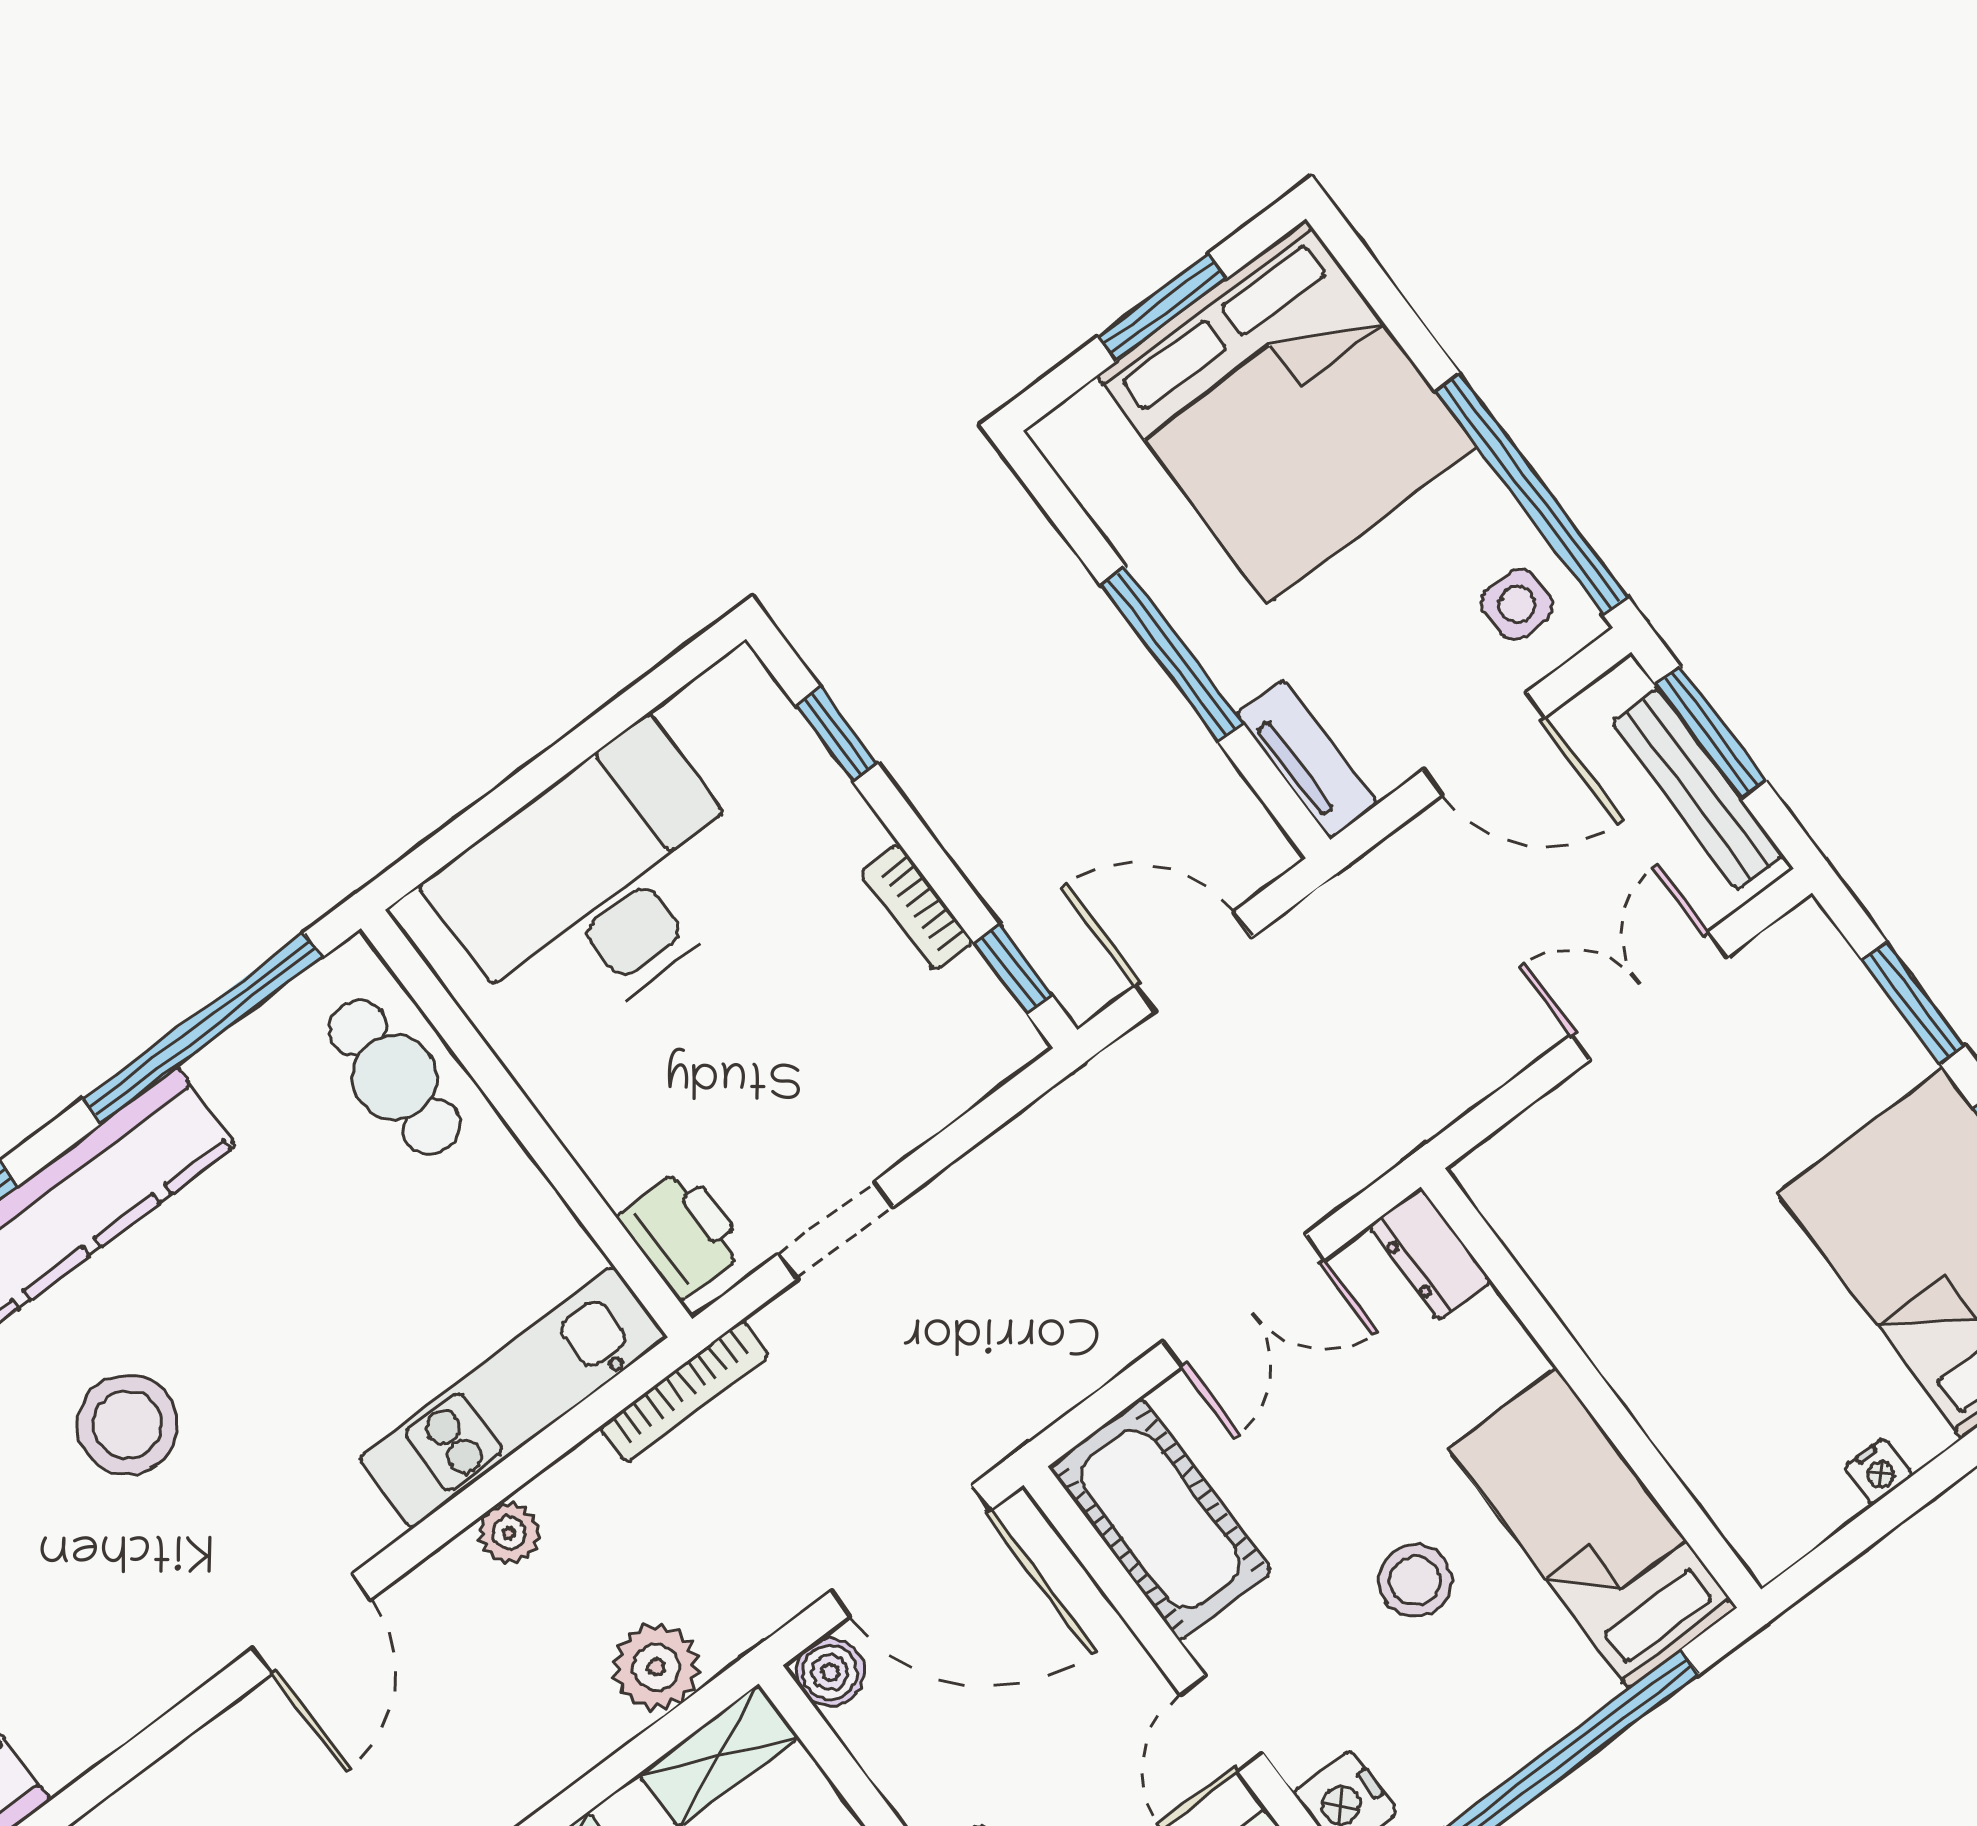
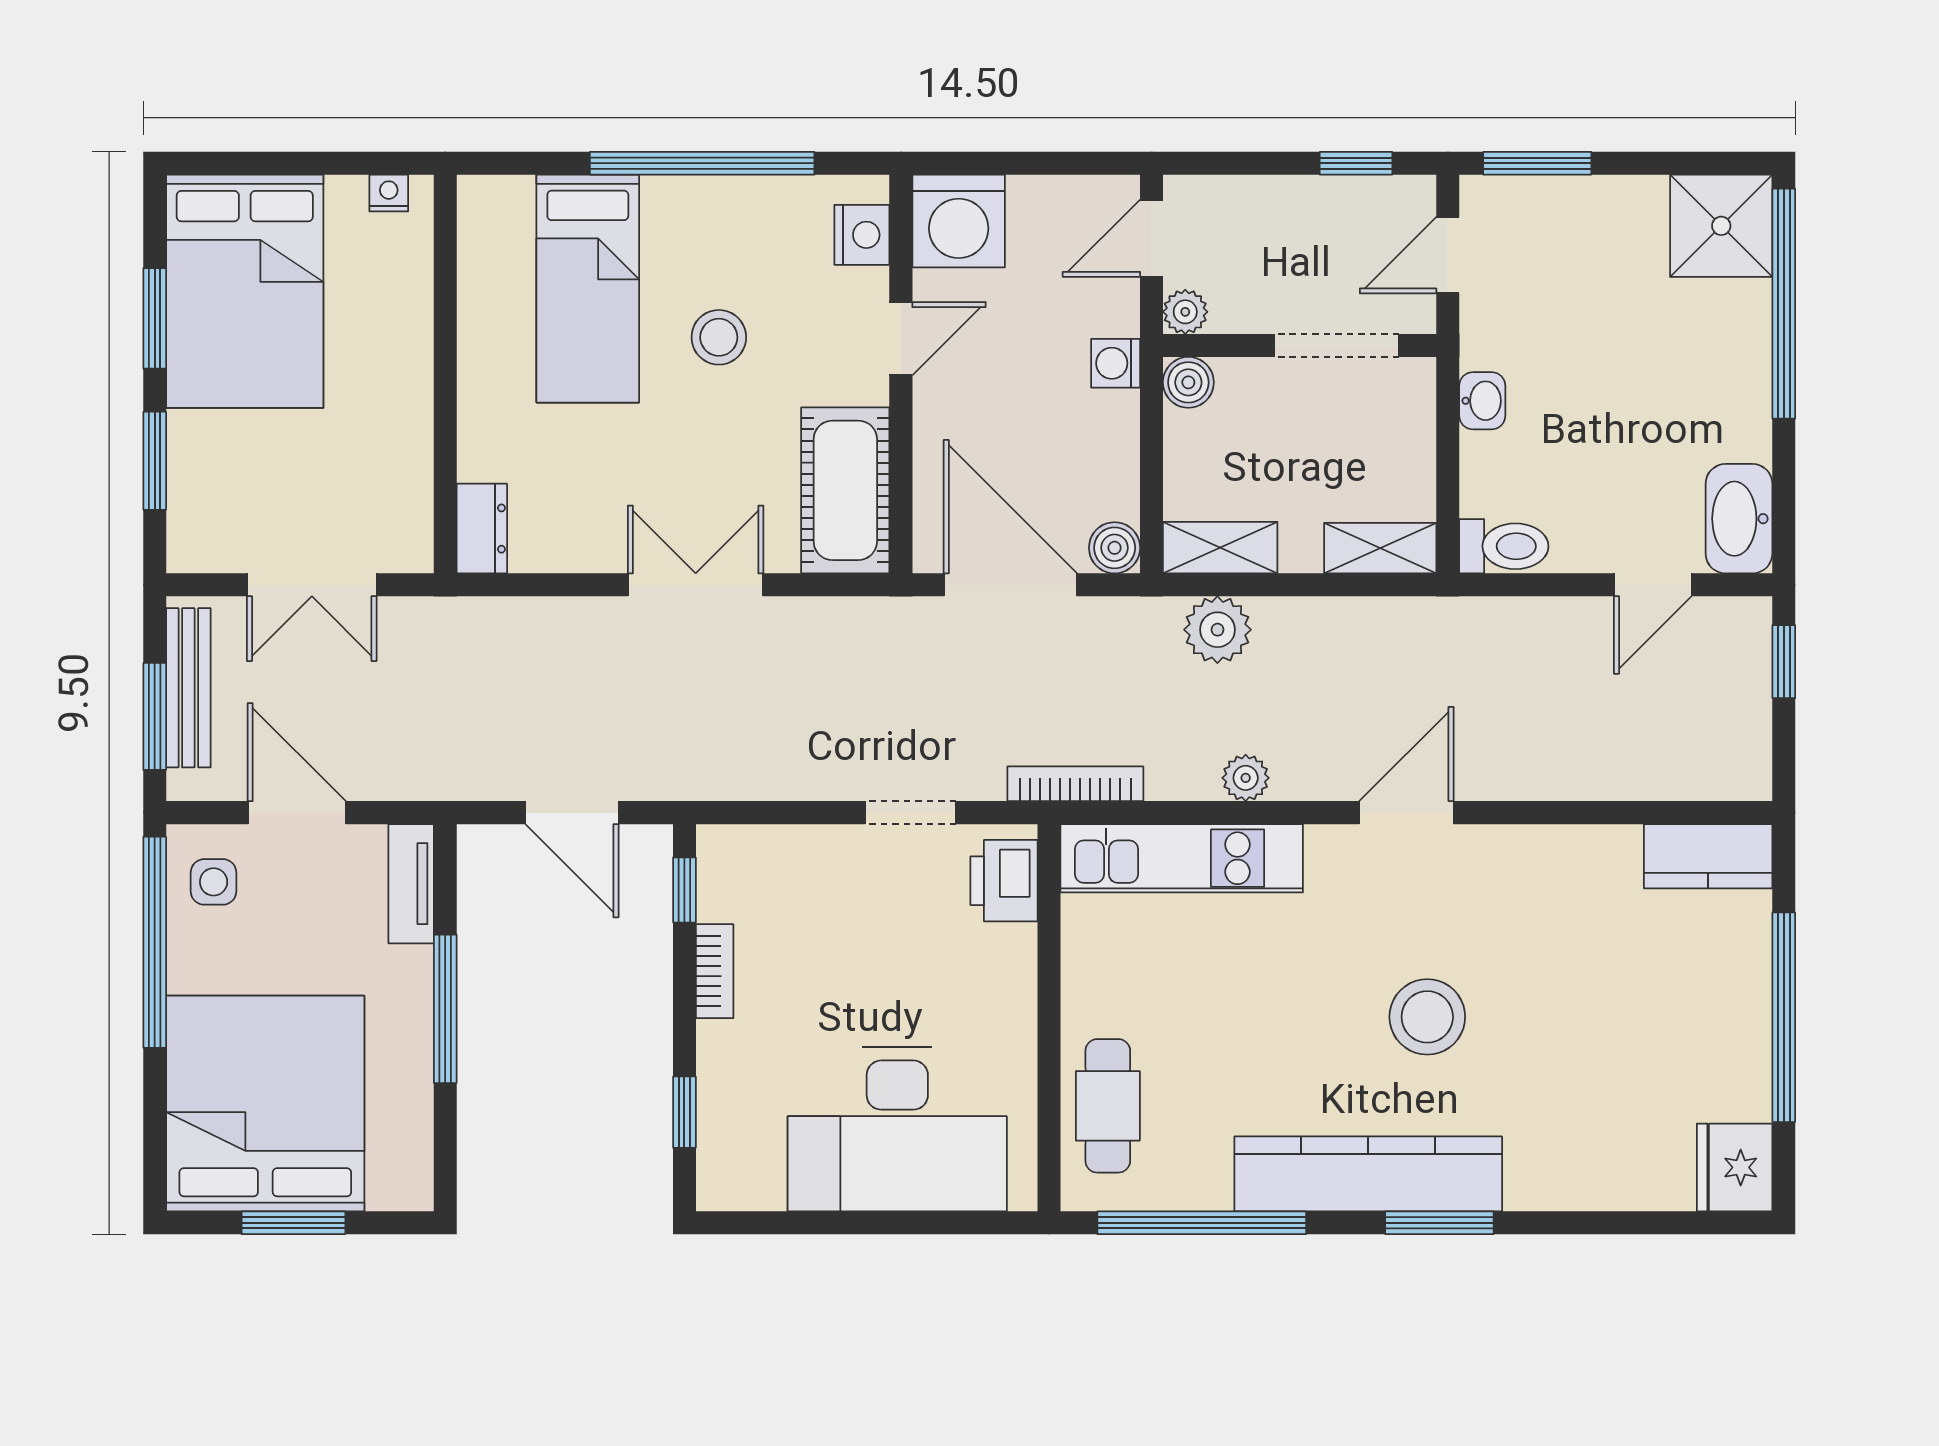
dresser: (1430, 1254) -> (482, 529), moved
wall: (1591, 1388) -> (445, 374), moved

